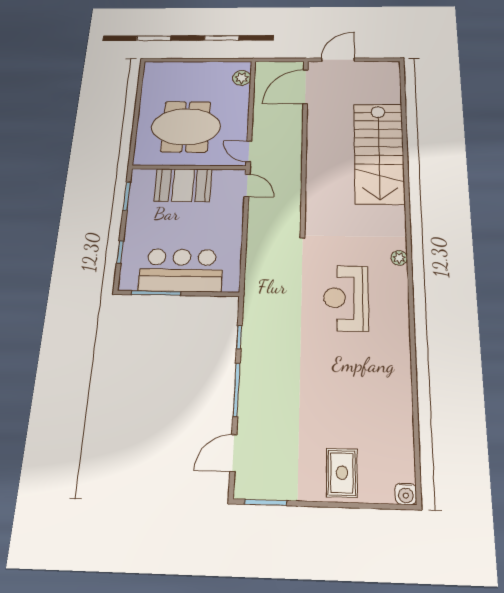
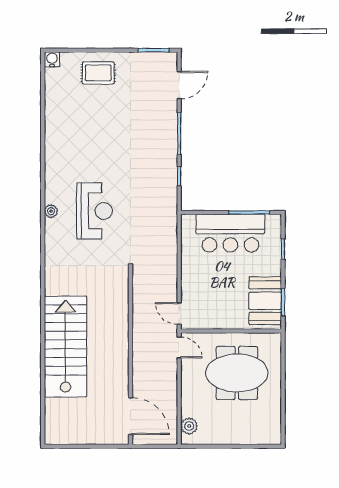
door: (338, 60) -> (101, 446), removed
door: (305, 87) -> (130, 416), hinge flipped
booth: (183, 185) -> (265, 301), moved, turned 90
plant: (399, 258) -> (51, 211), moved
rug: (342, 473) -> (98, 73), turned 90

